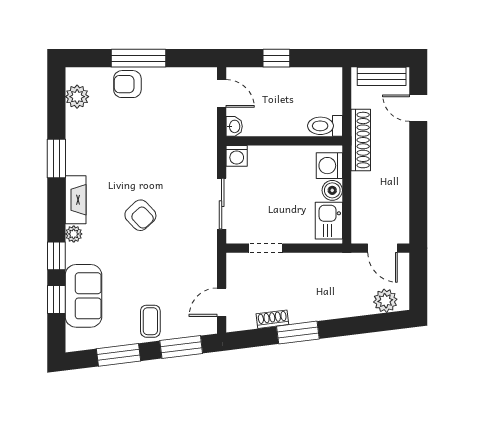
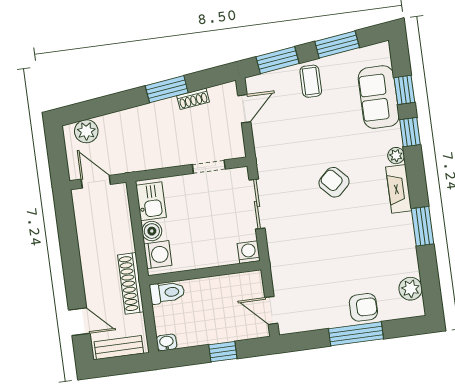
washbasin: (234, 126) -> (167, 342), moved, turned 90

